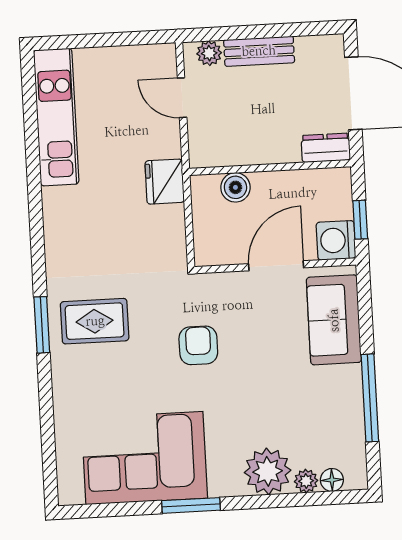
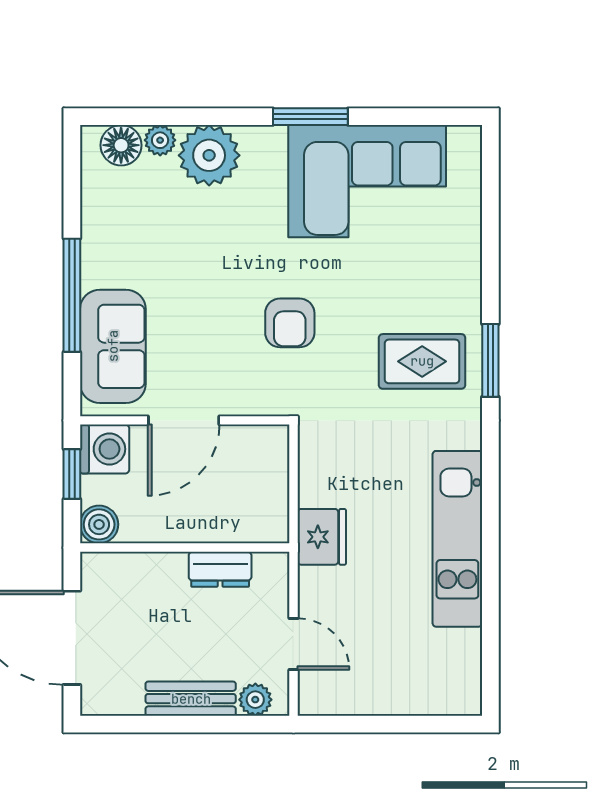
kitchen unit: (56, 117) -> (457, 539), moved
dresser: (326, 148) -> (220, 569), moved
boiler: (235, 187) -> (99, 524), moved
window: (370, 398) -> (72, 295), moved
floor lamp: (332, 480) -> (121, 145), width x1.37, depth x1.37

